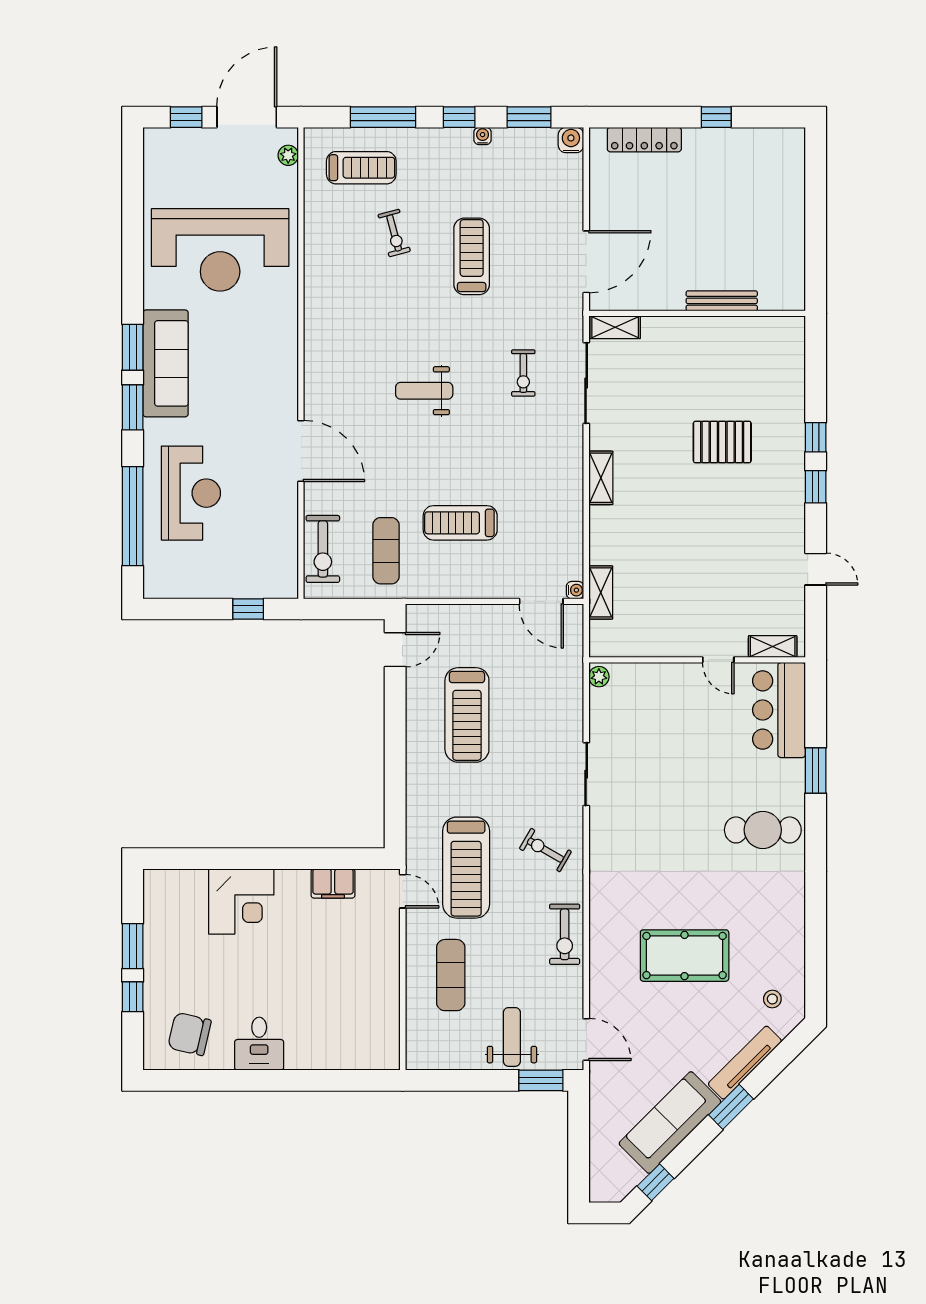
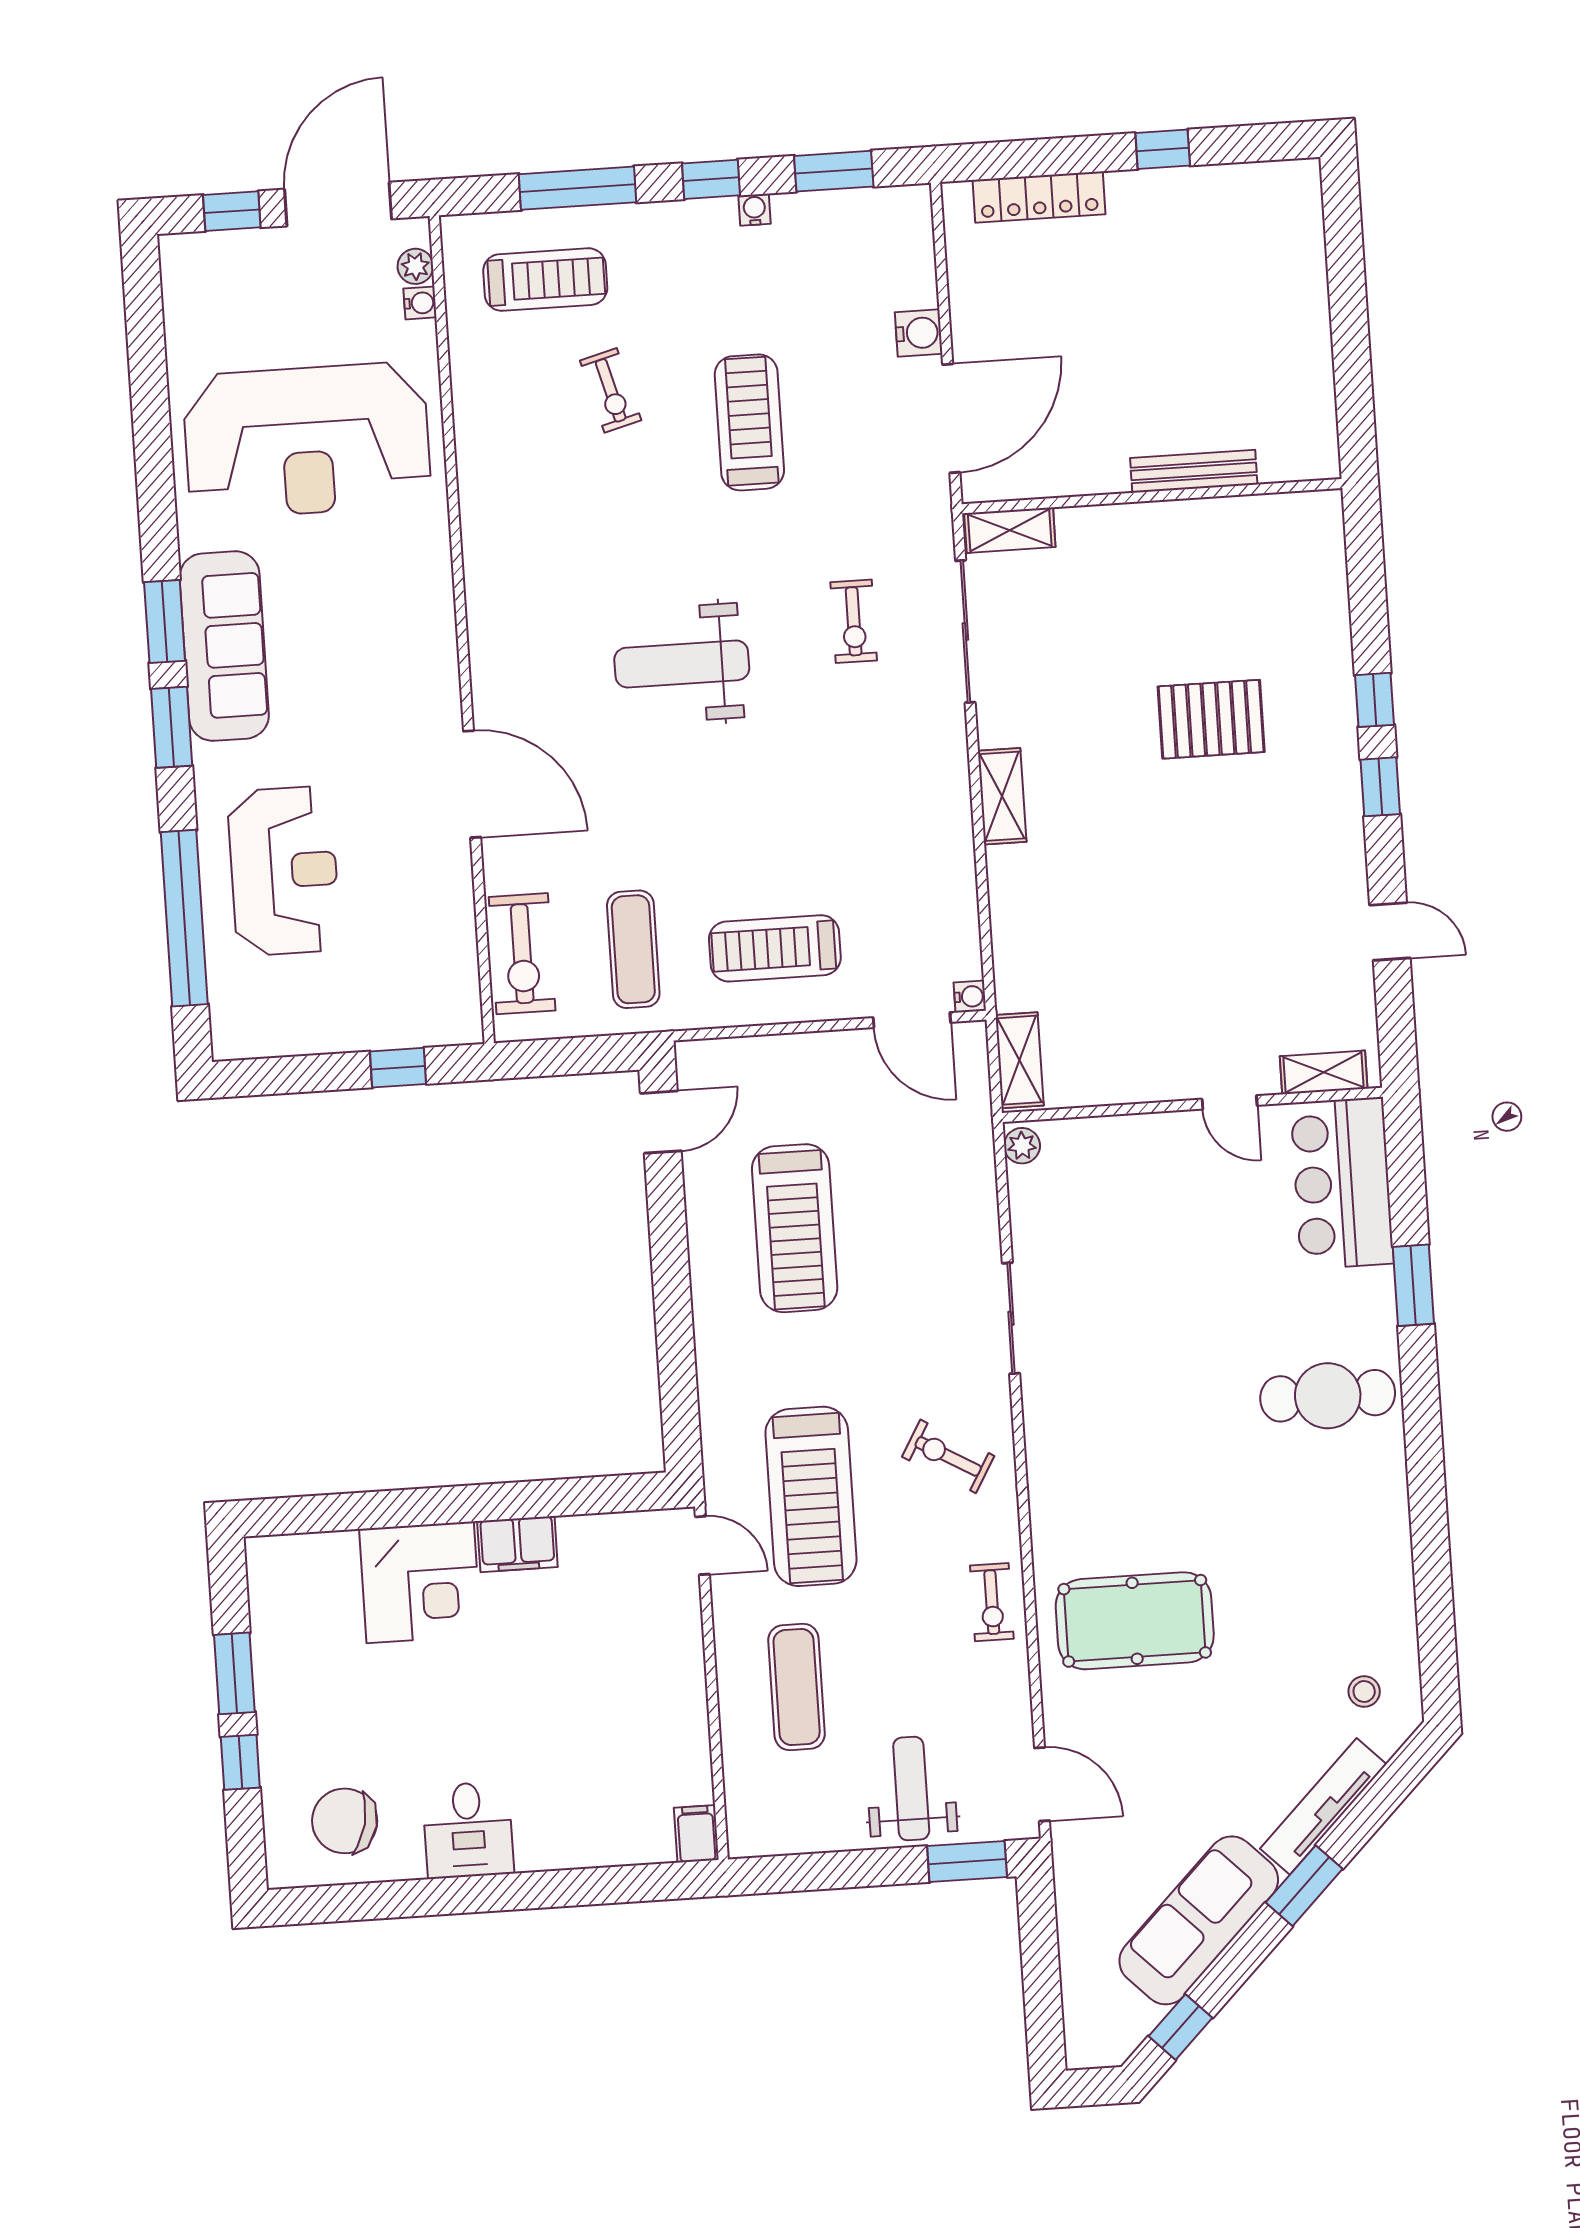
water cooler: (571, 140) -> (919, 333), moved, turned 90
water cooler: (289, 176) -> (420, 303), added
weight bench: (424, 391) -> (682, 664), width x1.36, depth x1.33
treadmill: (460, 523) -> (775, 948), moved
shelving: (601, 592) -> (1019, 1060), moved
filing cabinet: (333, 884) -> (517, 1544), moved
exercise bike: (565, 934) -> (992, 1602), width x0.73, depth x0.72
pool table: (685, 956) -> (1135, 1621), moved
filing cabinet: (388, 1055) -> (696, 1834), added

